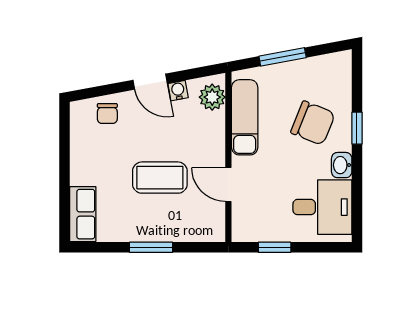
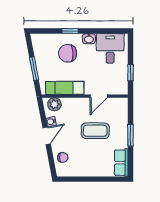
chair: (313, 123) -> (68, 53), turned -112
coffee table: (160, 178) -> (95, 131), turned 90
row of seats: (83, 214) -> (121, 163), moved, turned -90

